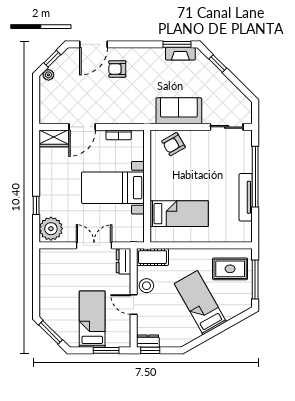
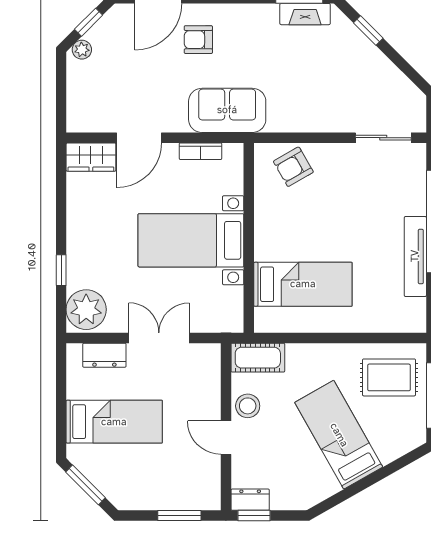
sofa: (179, 111) -> (227, 110), moved
dresser: (123, 261) -> (104, 355), moved, turned -90
bed: (92, 319) -> (114, 422), moved, turned 90

